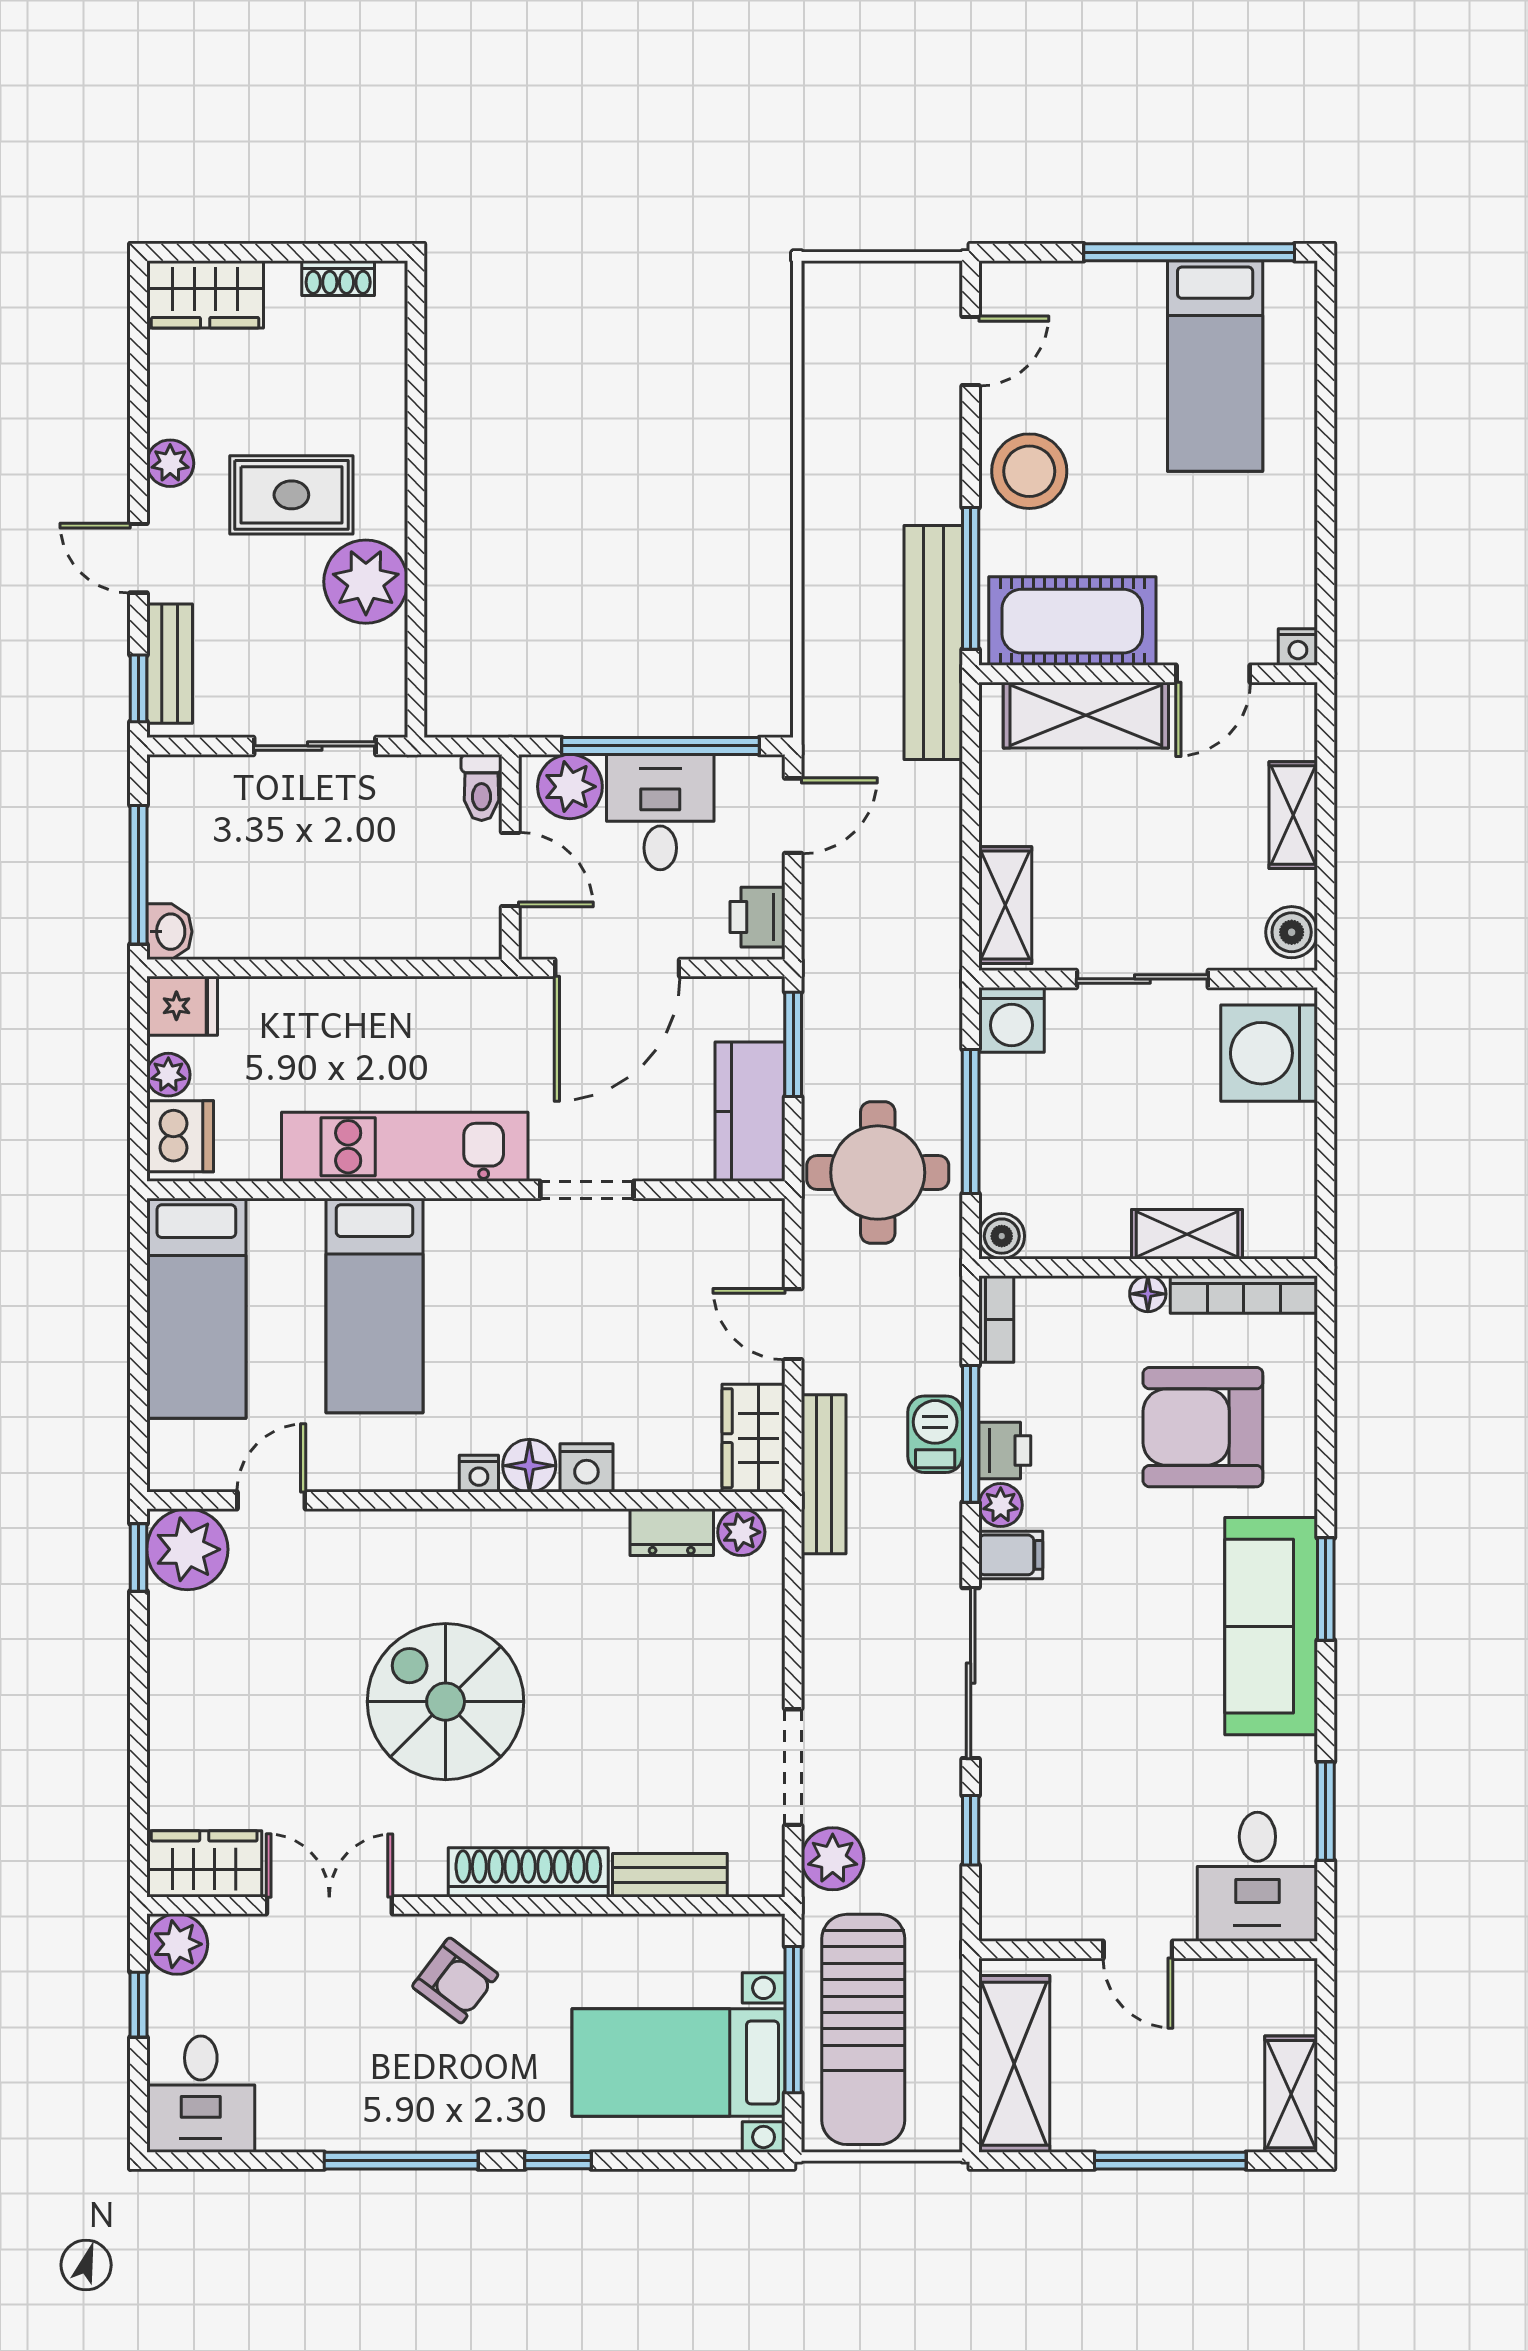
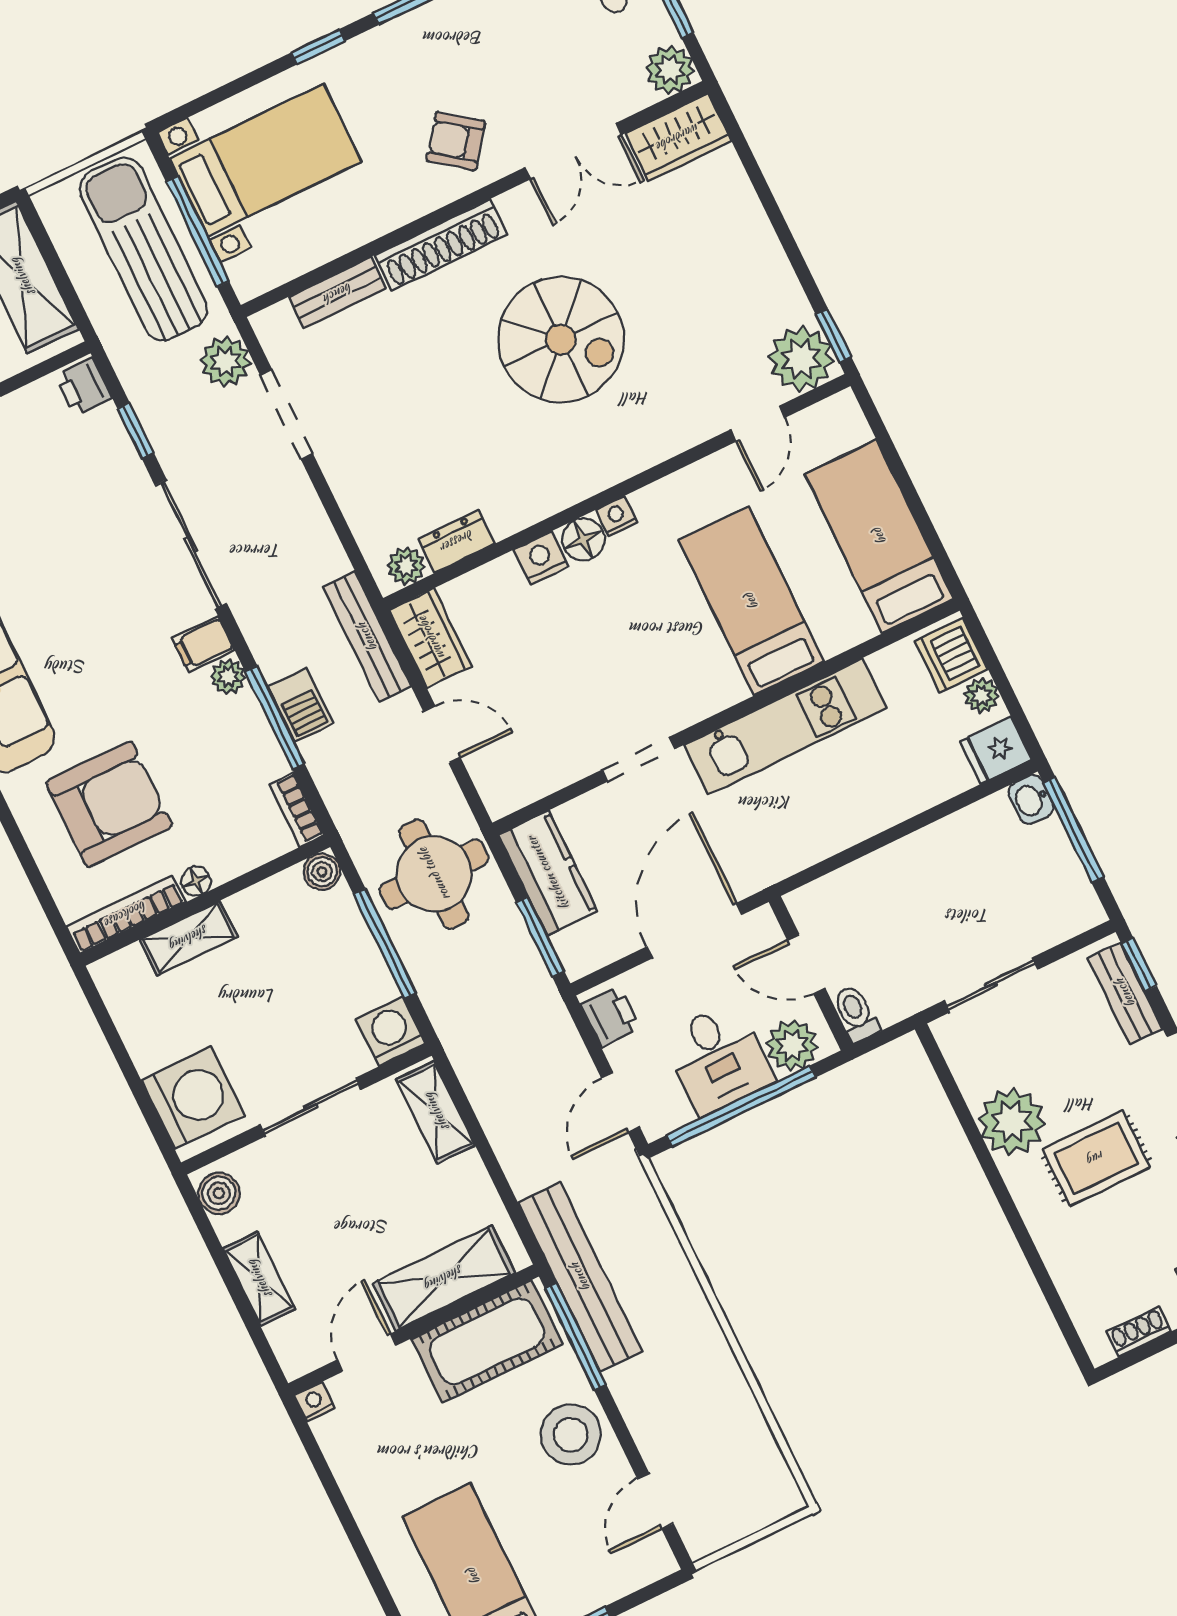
printer: (1005, 1450) -> (84, 387), moved

